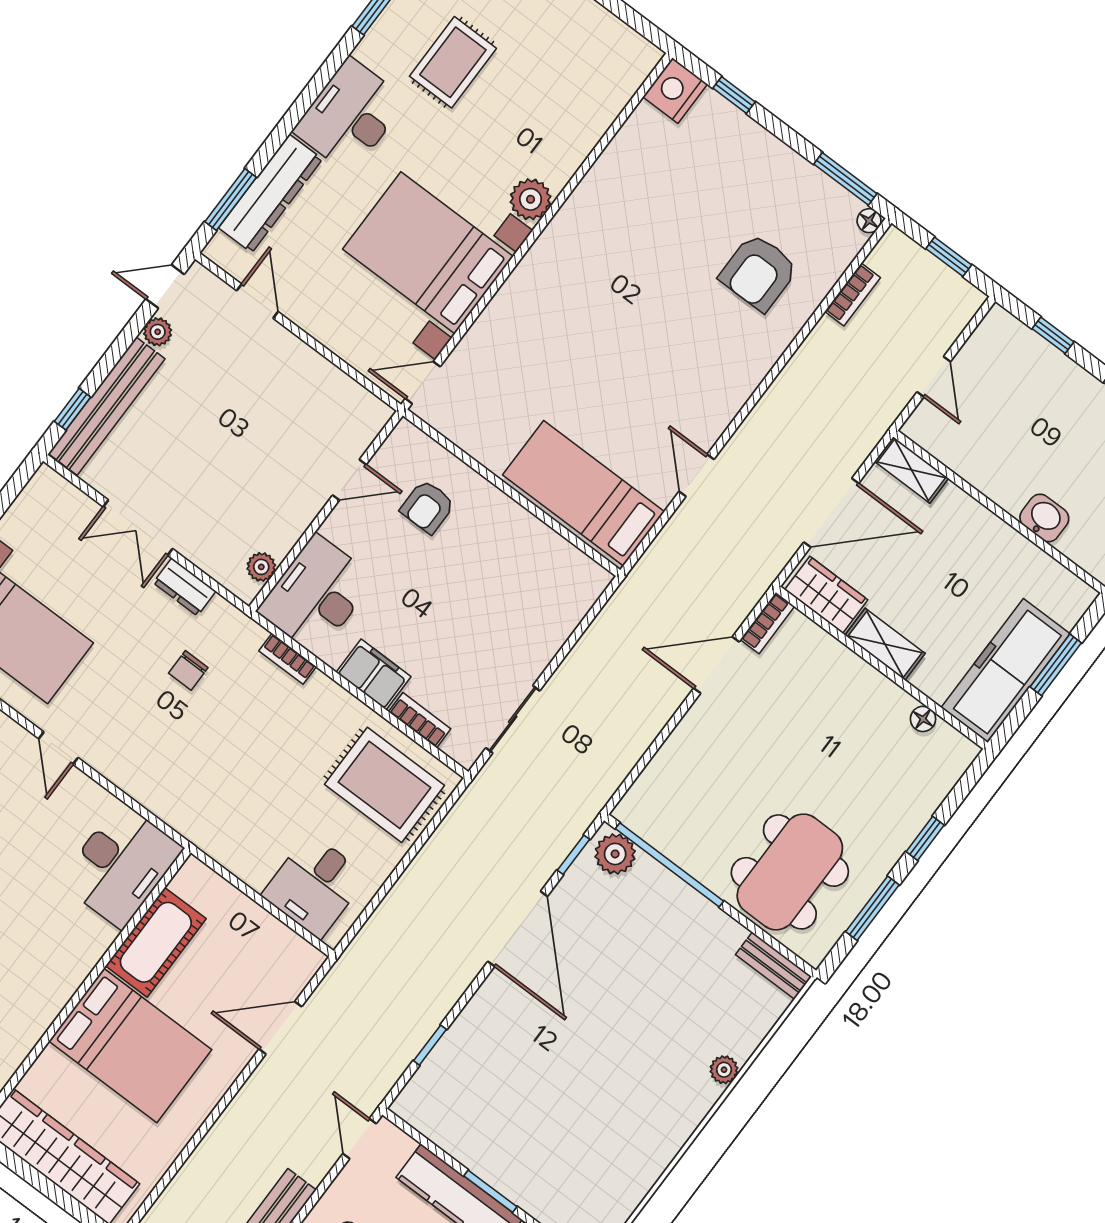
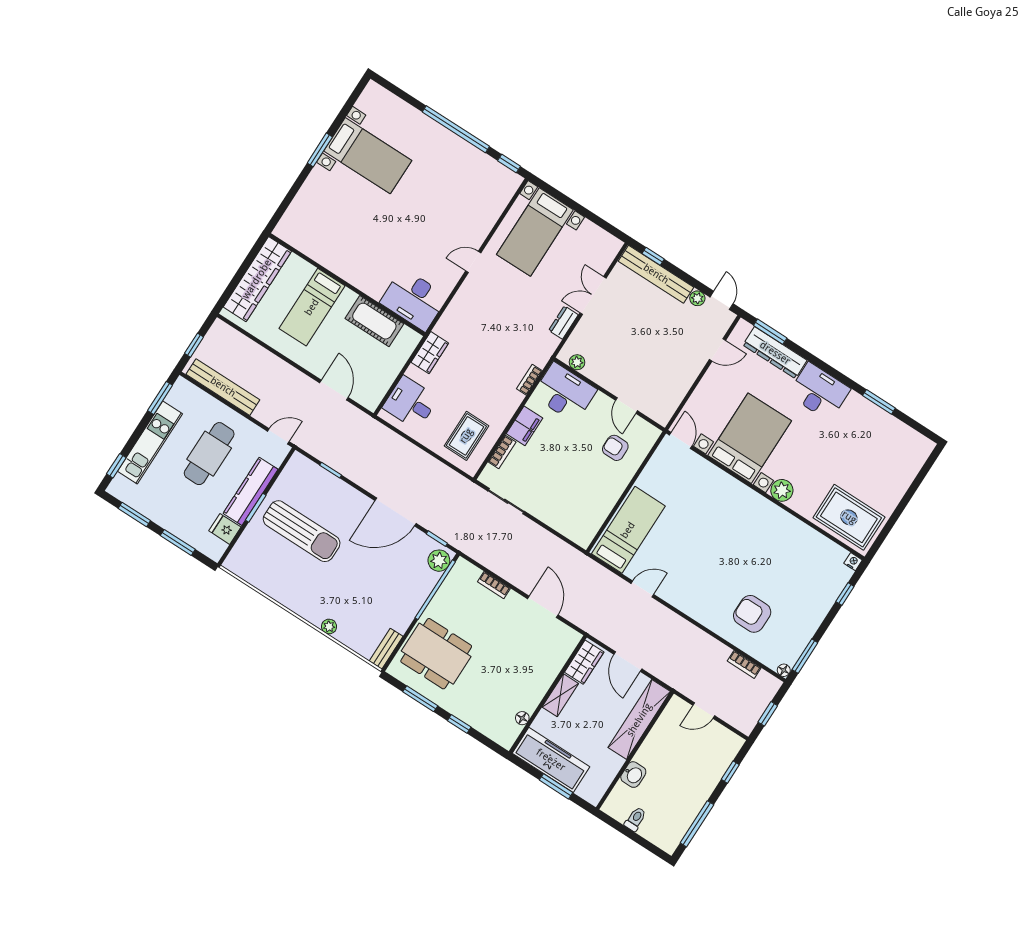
rug: (453, 62) -> (849, 517), moved, width x1.36, depth x1.43
nightstand: (675, 90) -> (853, 562), width x0.53, depth x0.56
shelving: (912, 470) -> (639, 720), width x2.20, depth x1.33
door: (831, 513) -> (628, 662), width x0.73
bookcase: (767, 623) -> (494, 585), moved
chair: (188, 670) -> (519, 328), removed
rug: (384, 785) -> (466, 436), width x0.73, depth x0.70
wardrobe: (223, 842) -> (430, 353), added
bed: (130, 1045) -> (312, 307), width x0.67
sun lounger: (541, 1108) -> (302, 531), added

